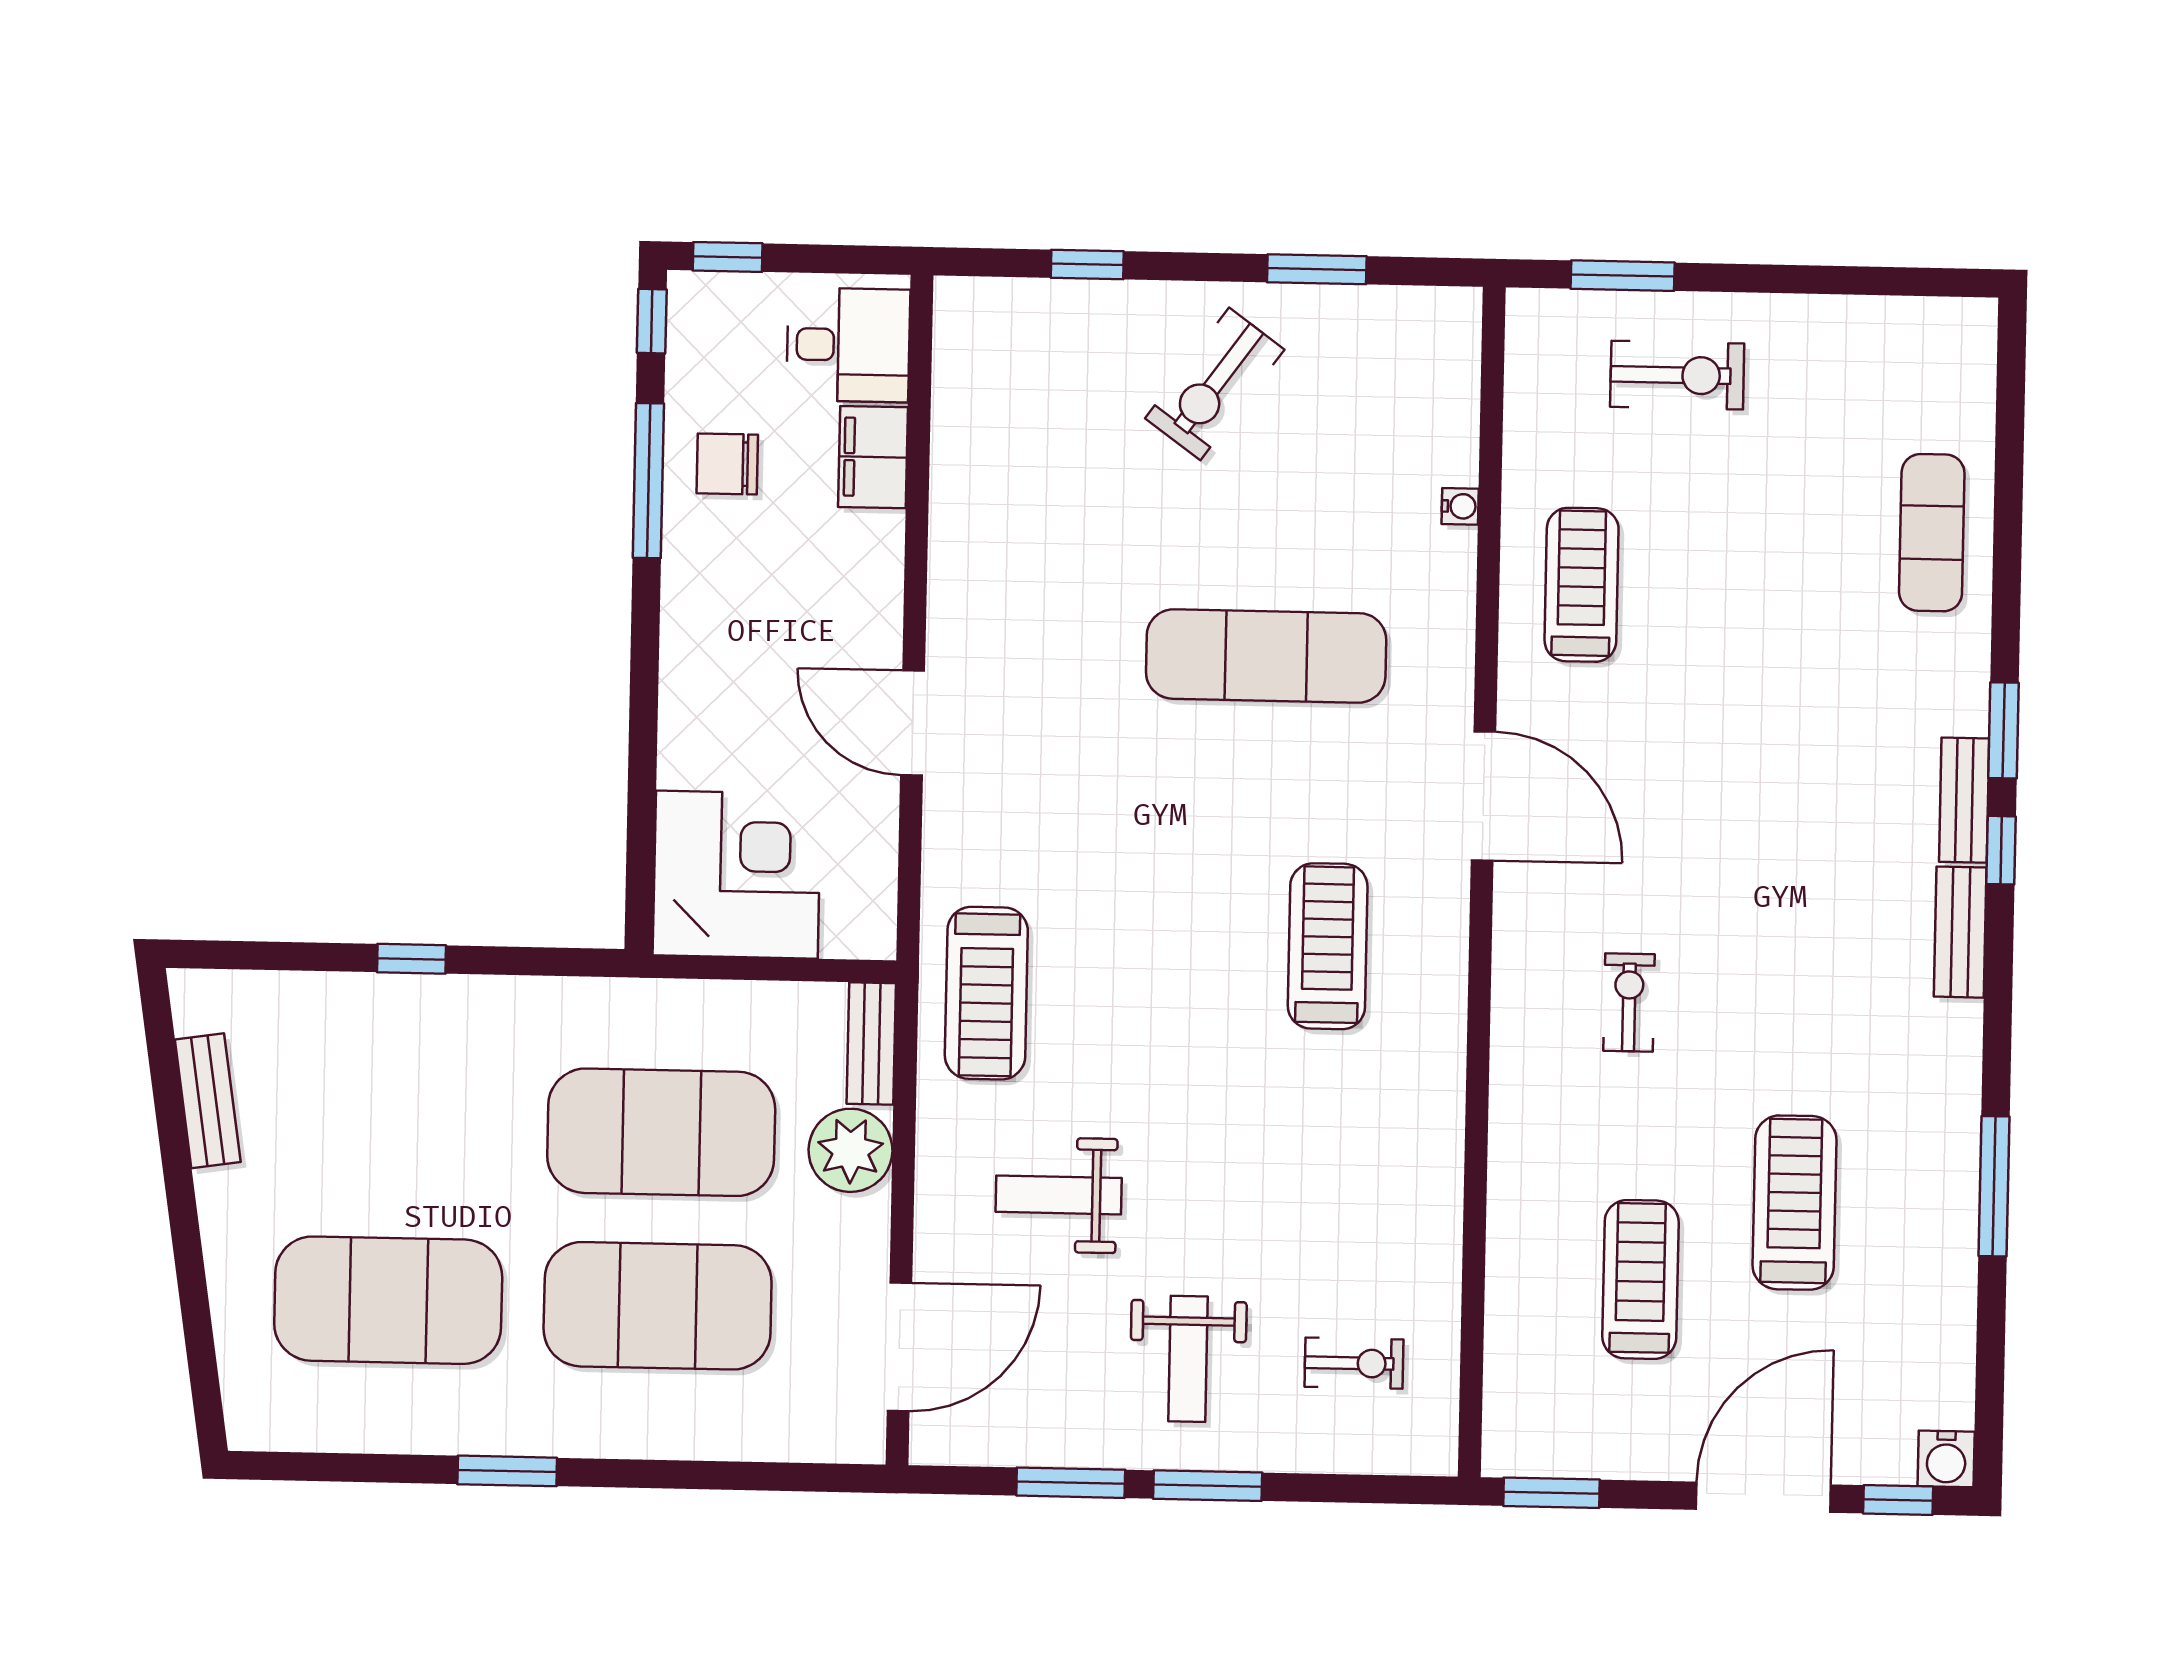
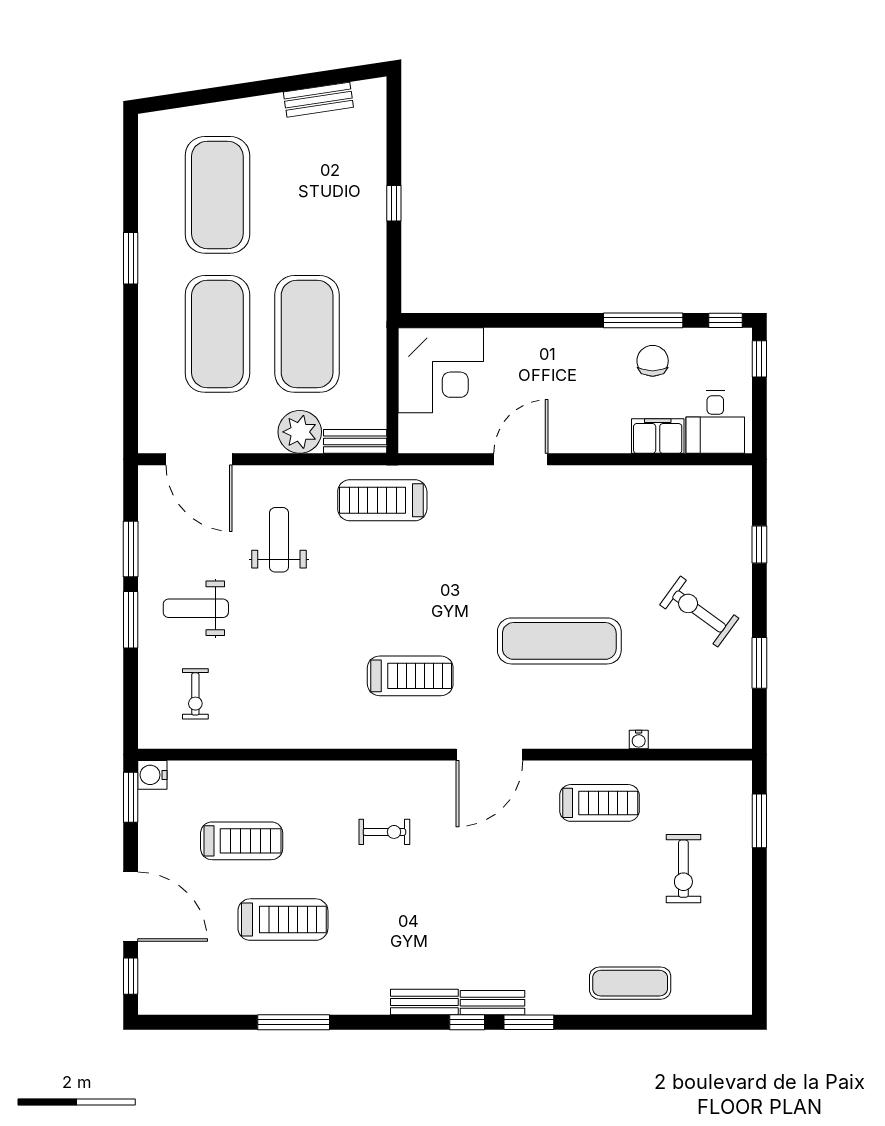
exercise bike: (1677, 375) -> (683, 869), moved
exercise mat: (1266, 656) -> (559, 641), turned 90
water cooler: (1946, 1459) -> (152, 775), moved

